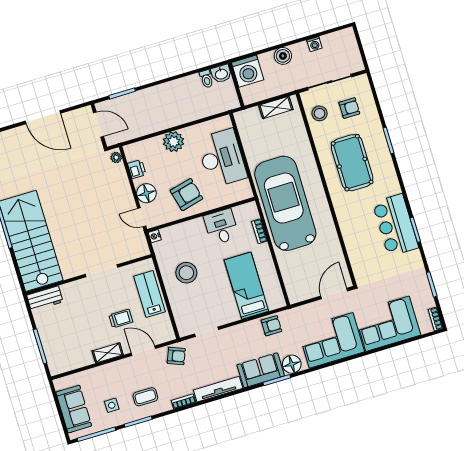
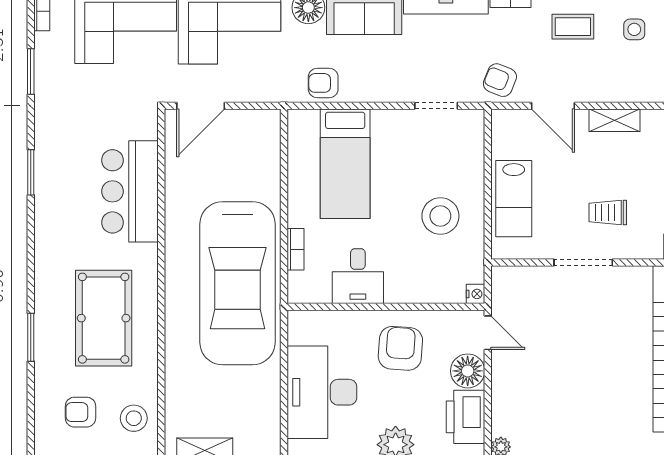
printer: (137, 169) -> (466, 417), width x1.87, depth x1.48
armchair: (187, 195) -> (400, 348), turned 108
bar counter: (395, 225) -> (130, 191), moved, turned 180
trolley: (121, 319) -> (608, 212), moved

